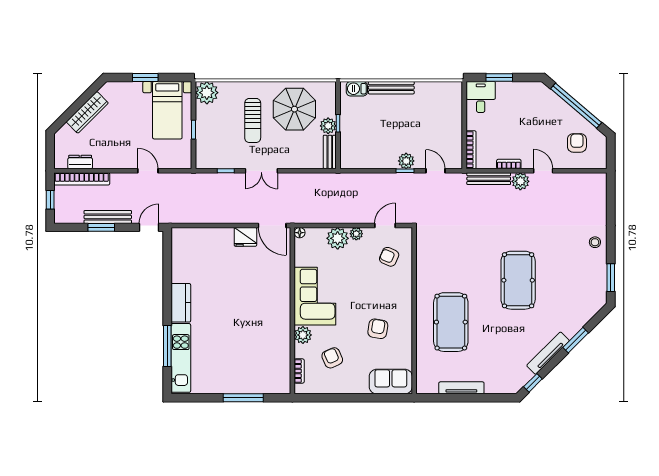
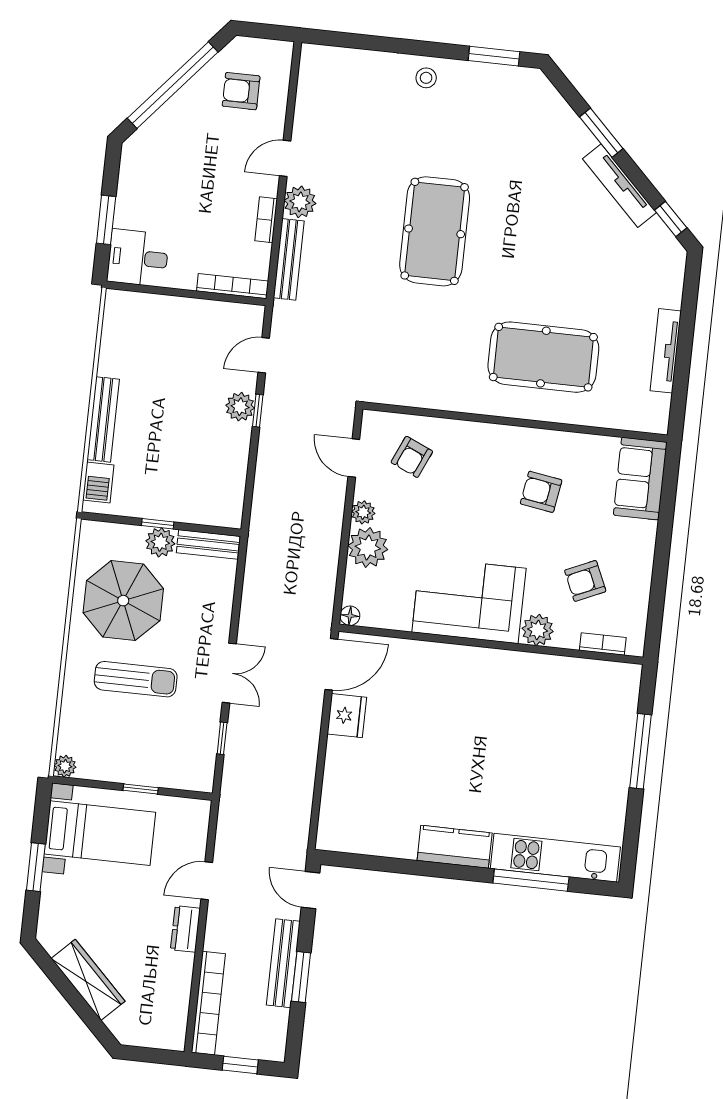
plant: (207, 93) -> (65, 766), width x0.53, depth x0.53
dresser: (80, 162) -> (185, 929), moved
pool table: (518, 280) -> (435, 231), moved, turned 90

